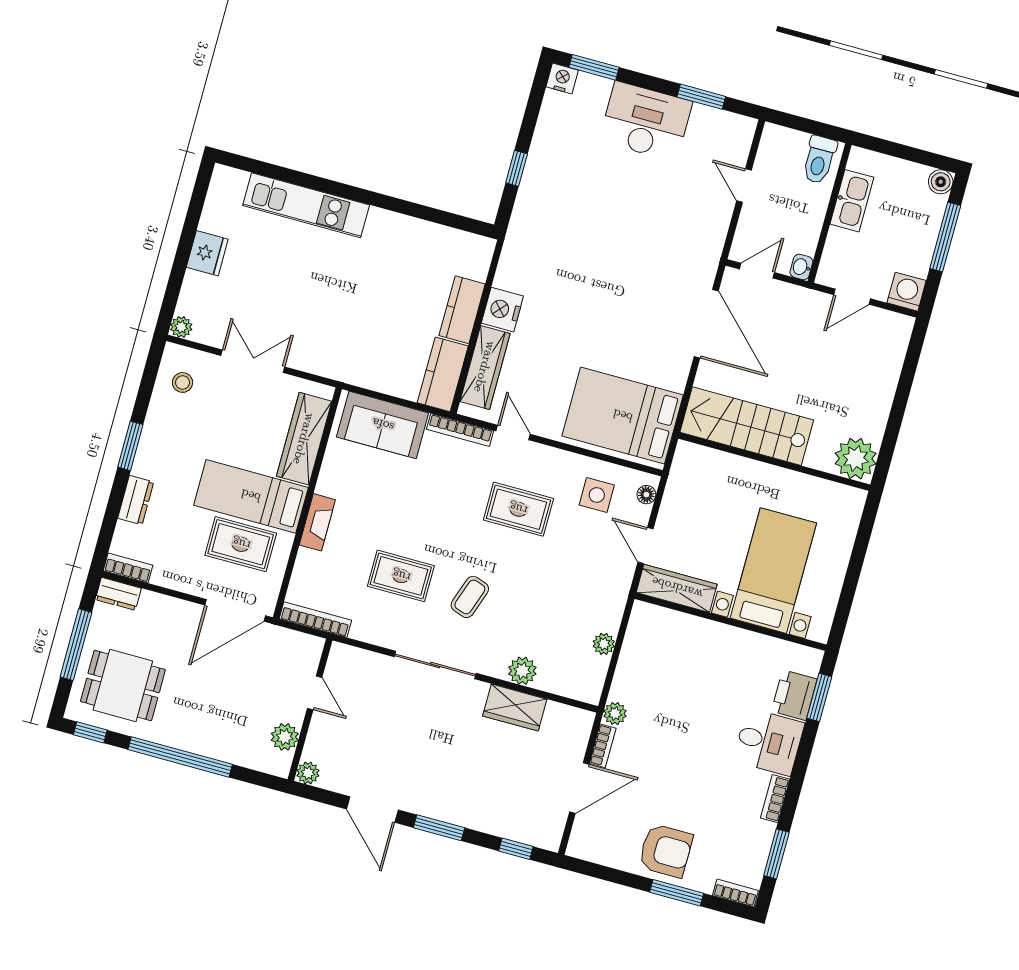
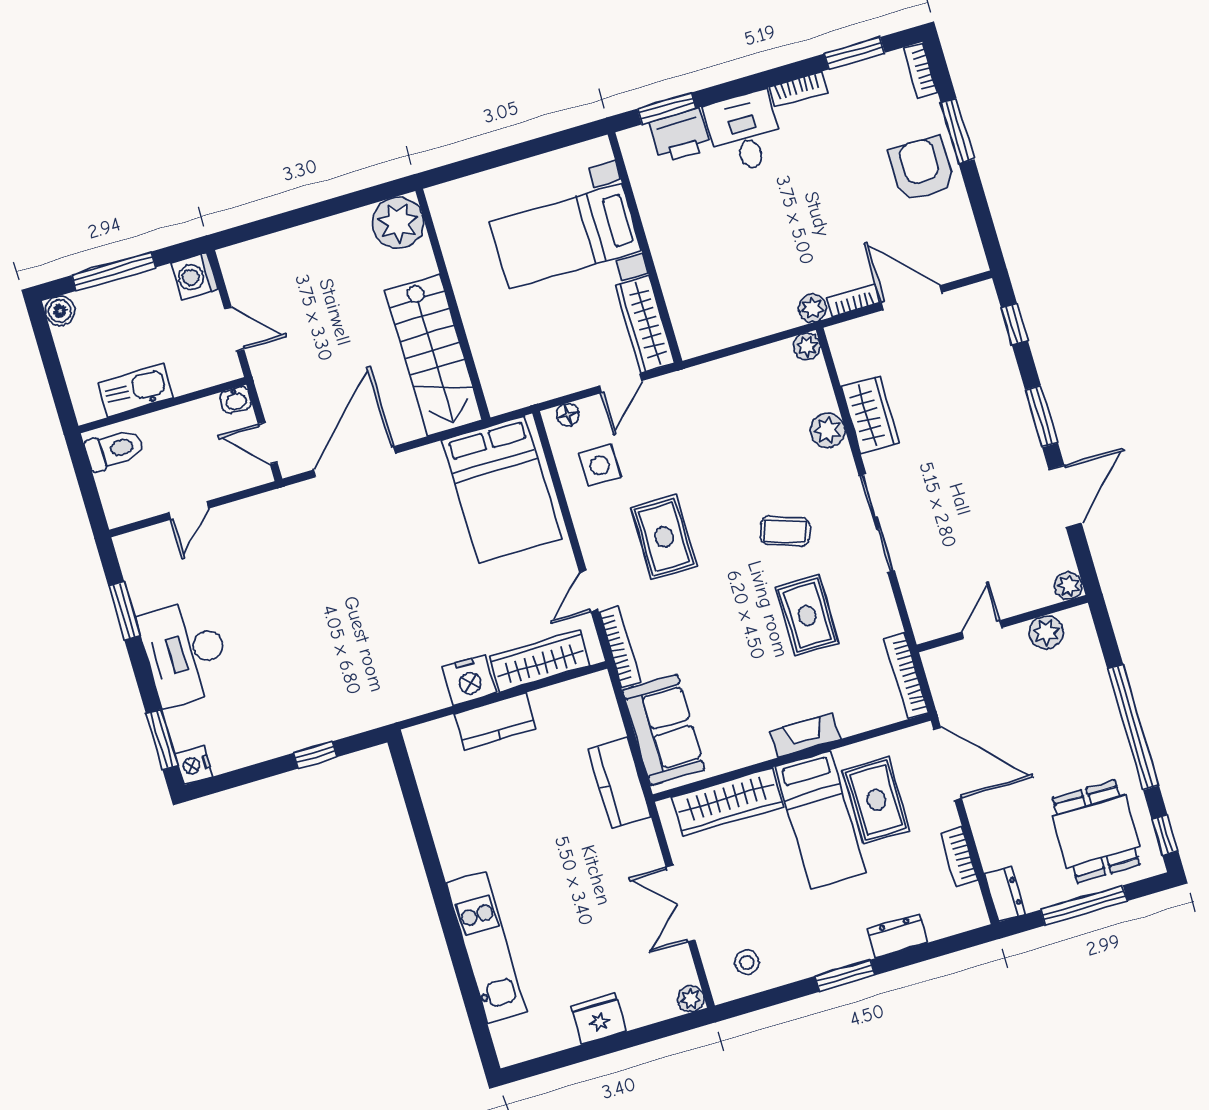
kitchen counter: (443, 374) -> (619, 783), moved, turned 90
bookcase: (128, 568) -> (959, 857), moved
plant: (604, 644) -> (807, 347), moved

